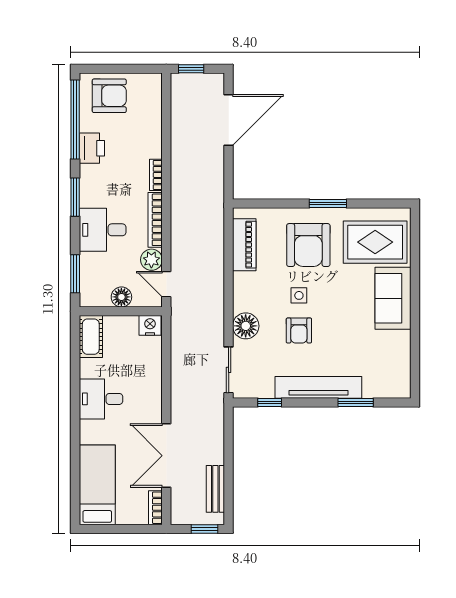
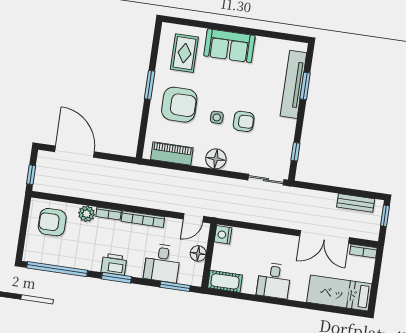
armchair: (109, 96) -> (52, 222), moved, turned -90
printer: (92, 148) -> (114, 264), moved
desk: (103, 230) -> (162, 263), moved
rug: (375, 242) -> (184, 53), width x0.73, depth x0.70
plant: (151, 260) -> (87, 214), moved
floor lamp: (246, 326) -> (216, 159), moved
tv unit: (318, 387) -> (293, 84), moved

